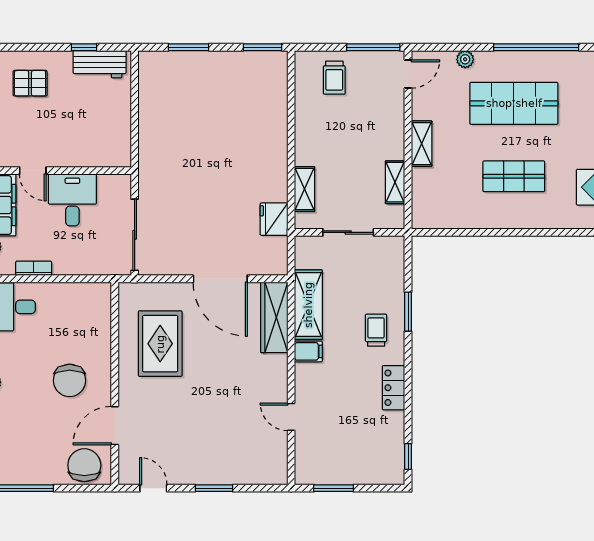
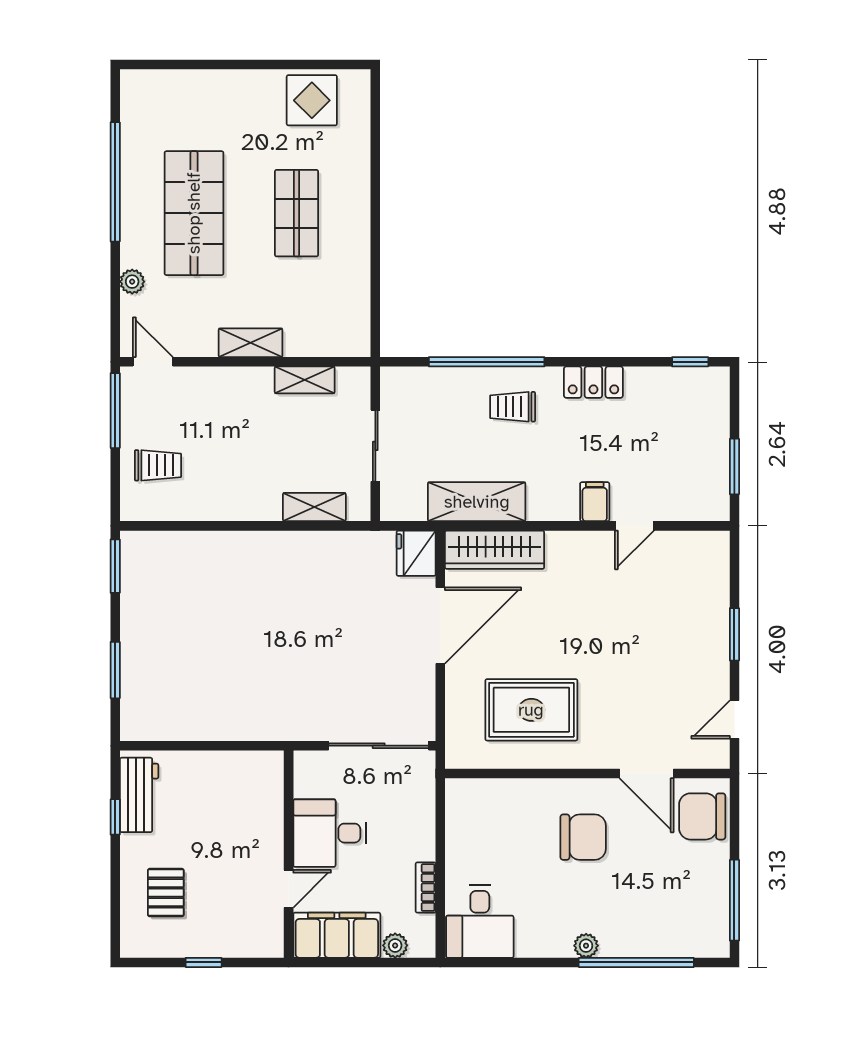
fridge: (274, 219) -> (416, 553), moved, turned 90
window: (408, 312) -> (487, 362), width x2.11
filing cabinet: (308, 351) -> (595, 502), moved

